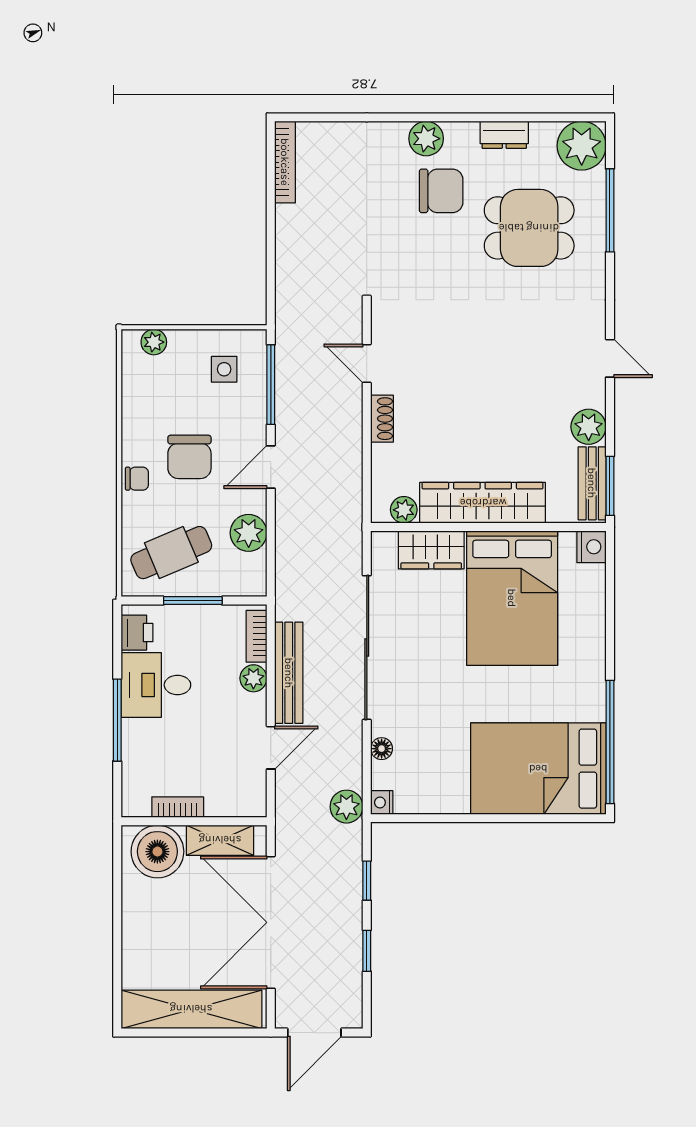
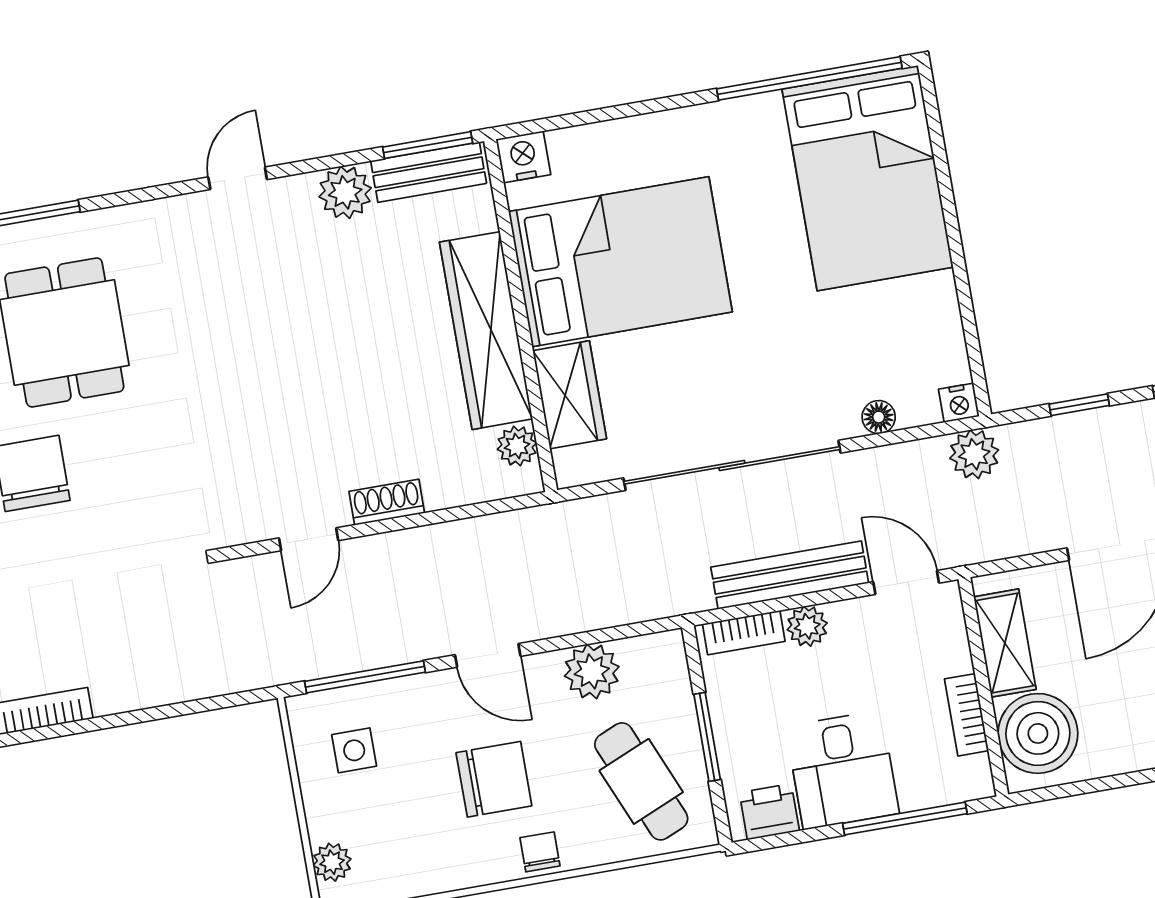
bookcase: (178, 807) -> (966, 715), moved
wall: (194, 821) -> (983, 687), moved
shelving: (220, 840) -> (1005, 643), moved
boiler: (157, 852) -> (1038, 733), moved

